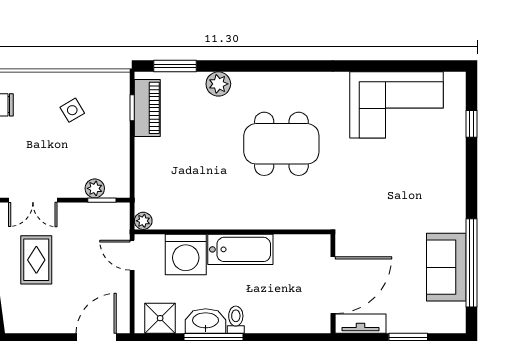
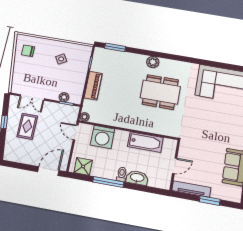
plant: (218, 84) -> (153, 62), moved
piano: (147, 108) -> (93, 86), moved
bathtub: (240, 249) -> (145, 142), moved
door: (333, 285) -> (175, 166), width x0.53
washbasin: (206, 321) -> (137, 178), moved
tv unit: (361, 324) -> (191, 189), width x1.41

